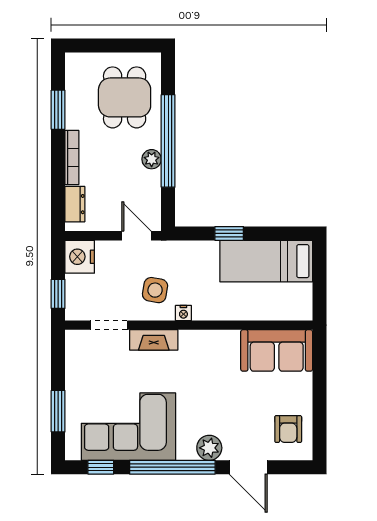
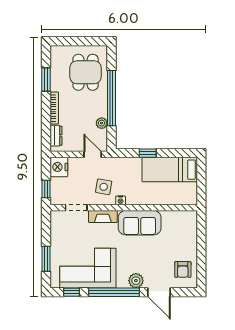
plant: (152, 159) -> (102, 123), moved
sofa: (277, 350) -> (140, 223), moved

